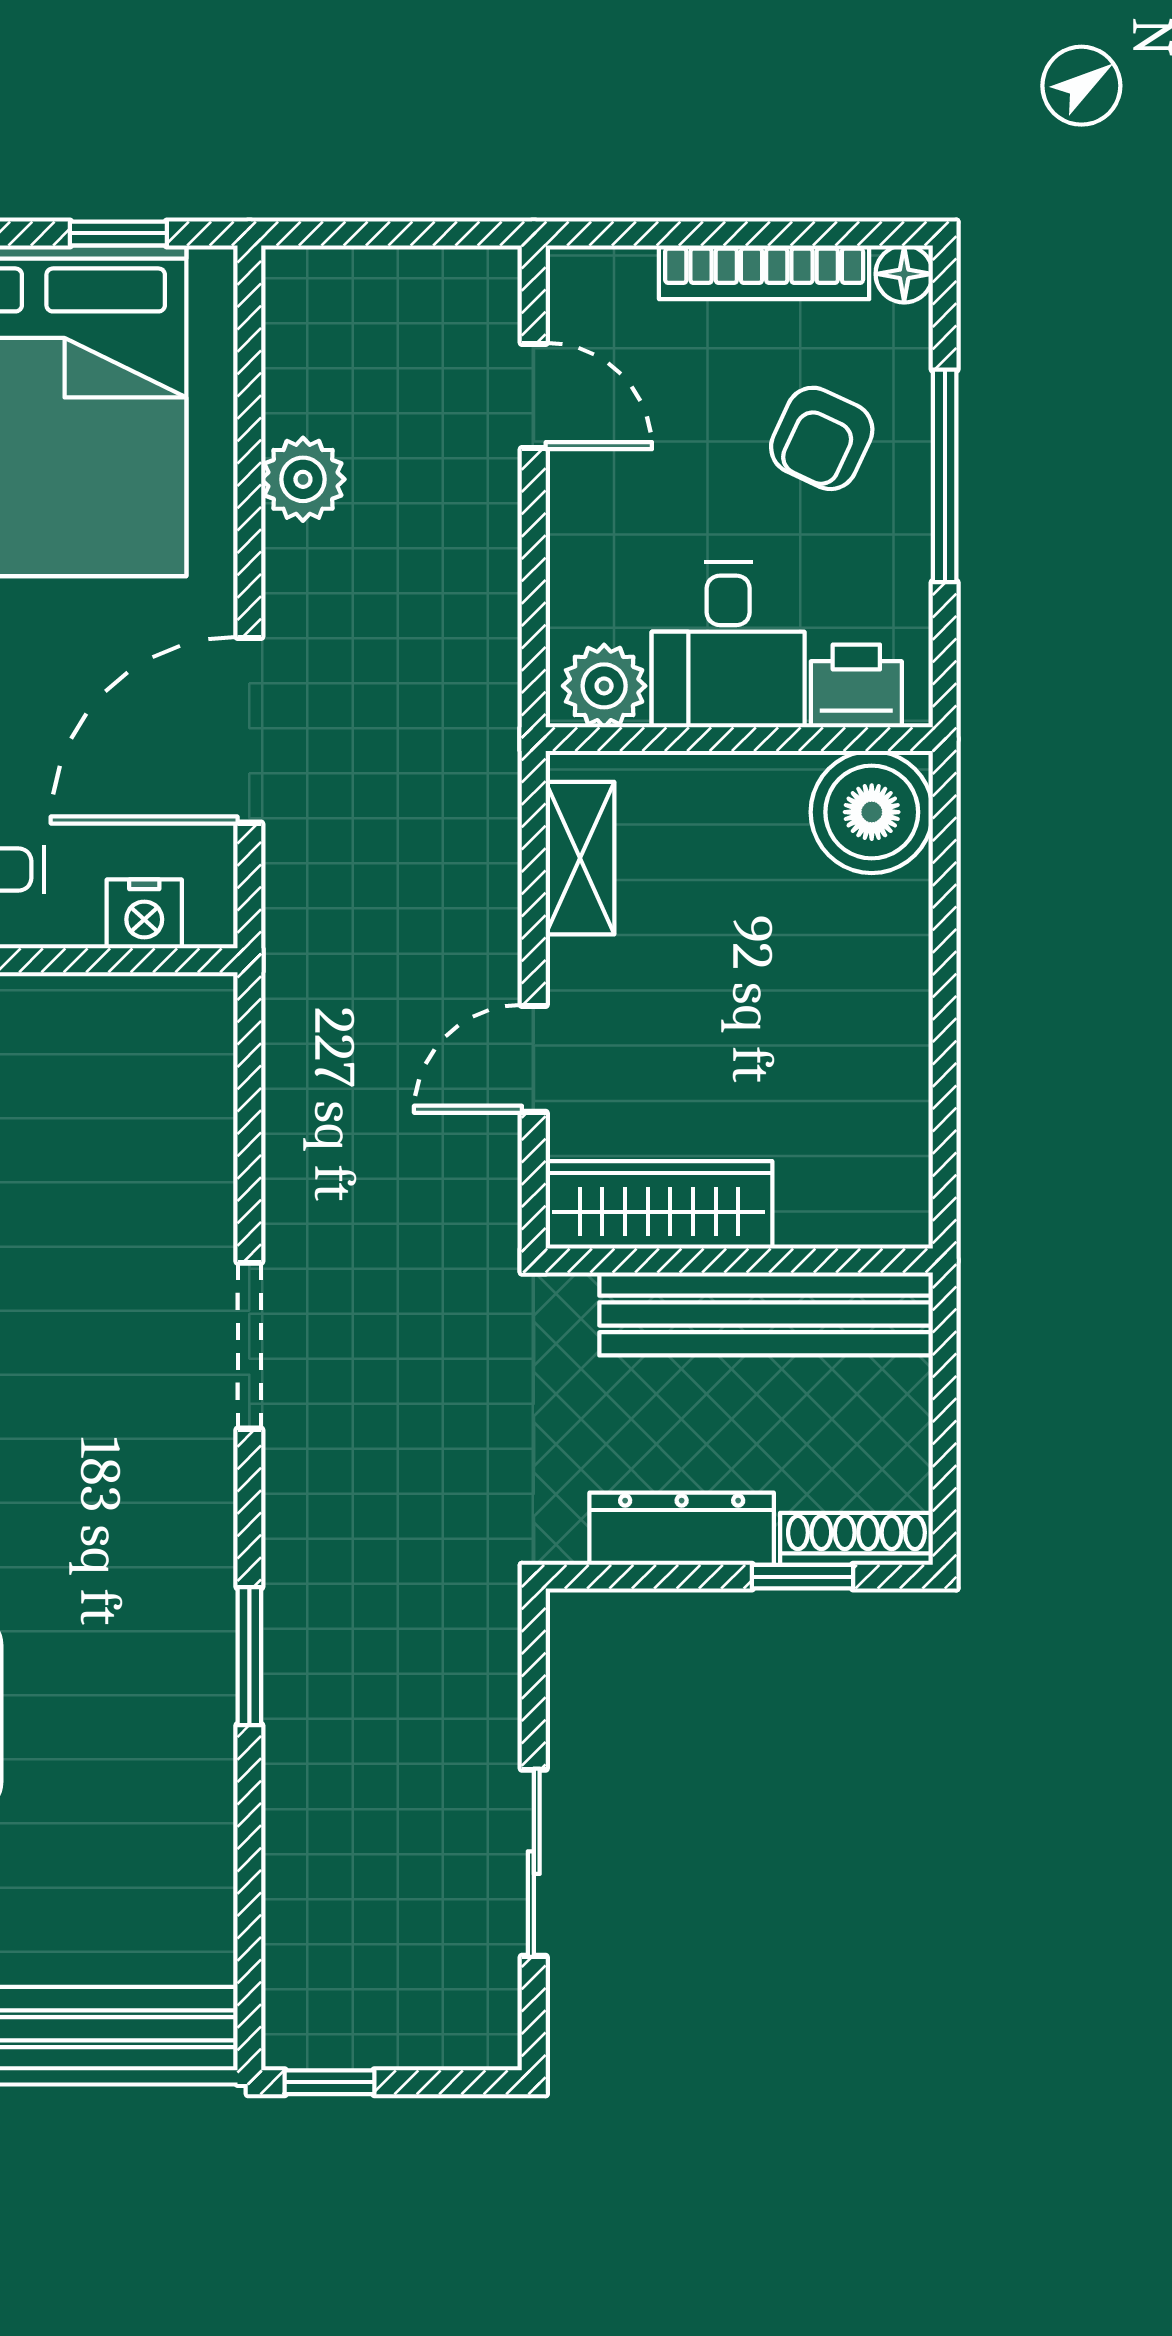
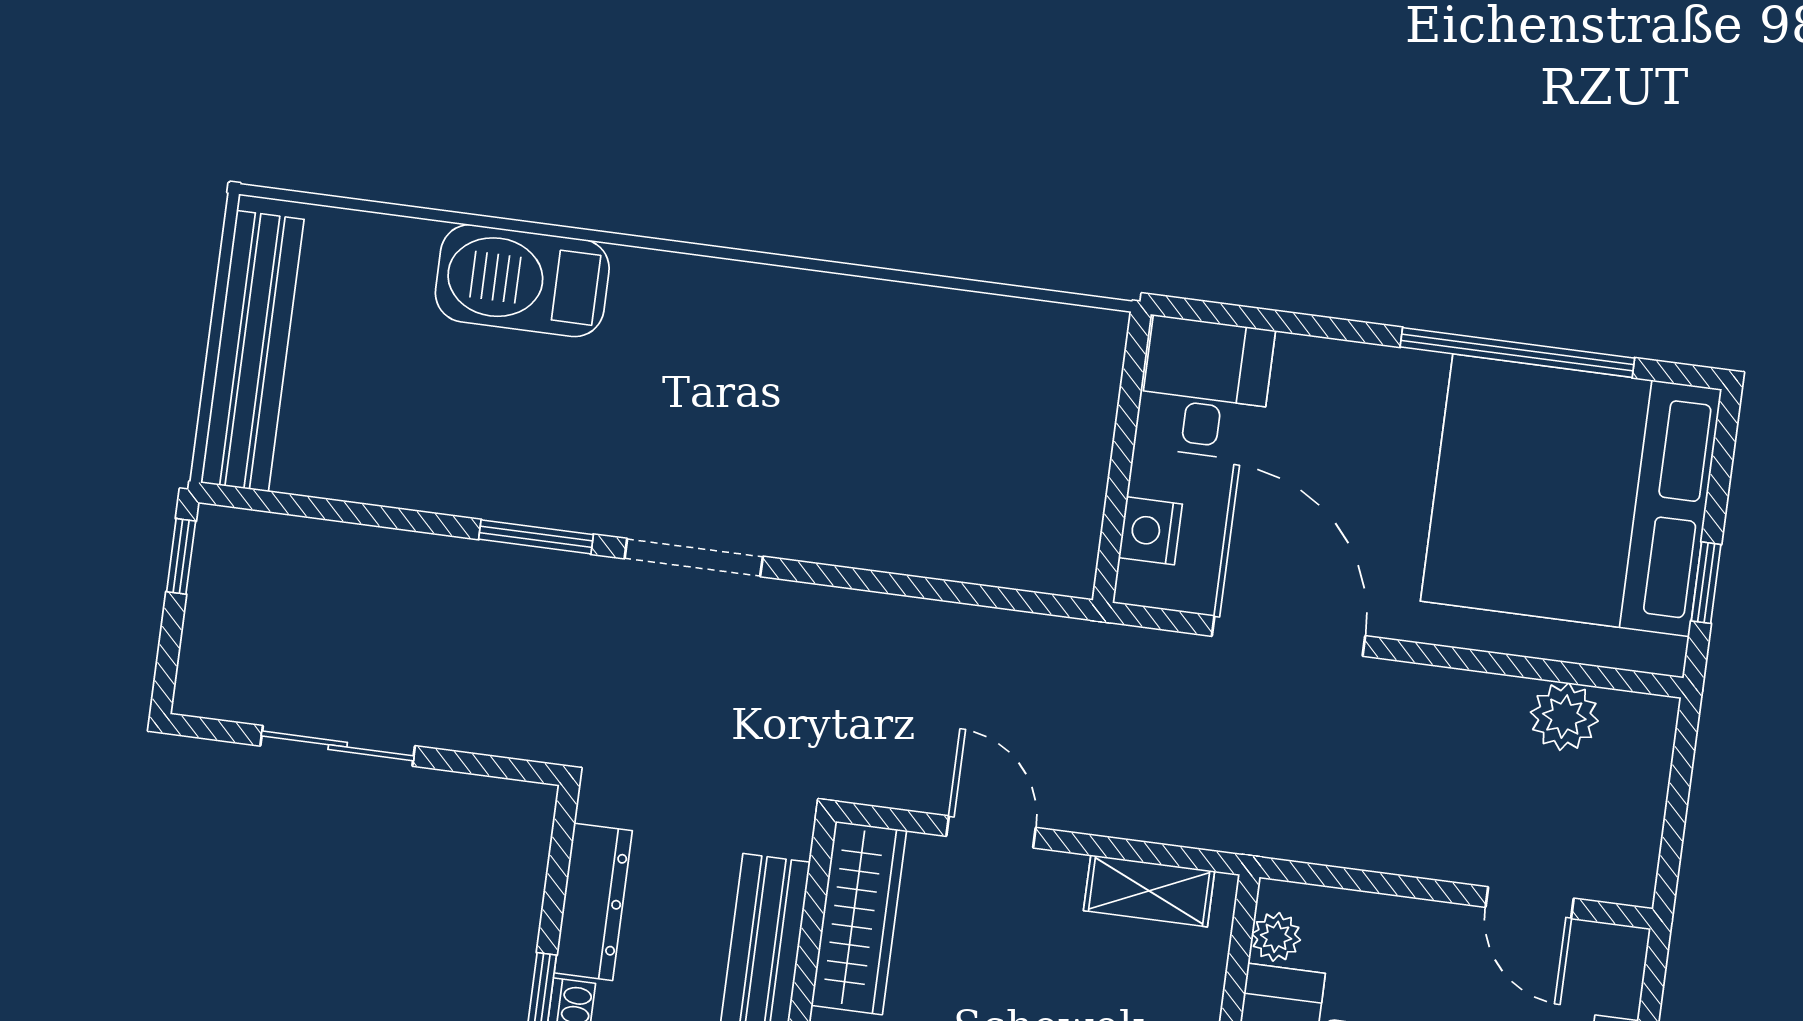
door: (534, 396) -> (1530, 903), hinge flipped
plant: (303, 479) -> (1564, 717), moved
plant: (604, 686) -> (1276, 937), width x0.73, depth x0.73
doorway: (249, 1346) -> (694, 558), moved

